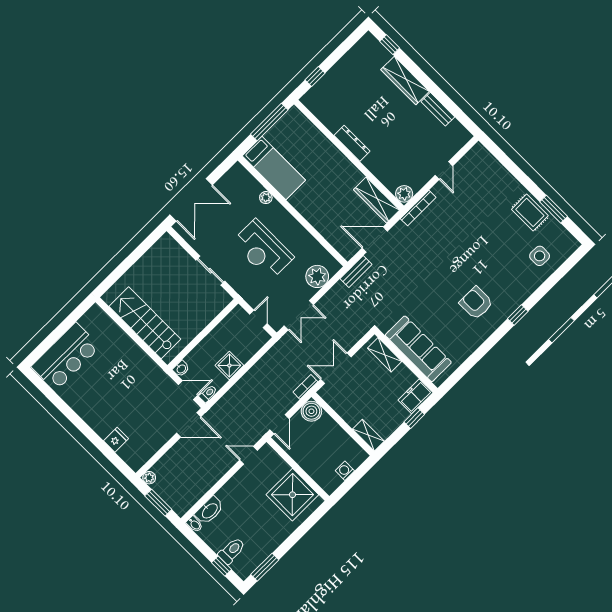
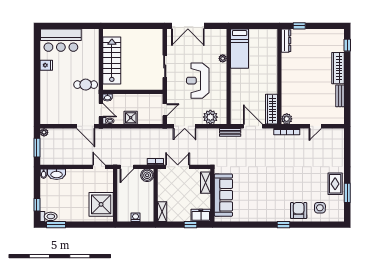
window: (269, 122) -> (258, 26), removed
dresser: (352, 143) -> (286, 41), moved
armchair: (476, 303) -> (299, 210), moved
cafe table: (142, 379) -> (86, 85), added
fridge: (116, 440) -> (46, 65), moved
toilet: (232, 551) -> (48, 216), moved

